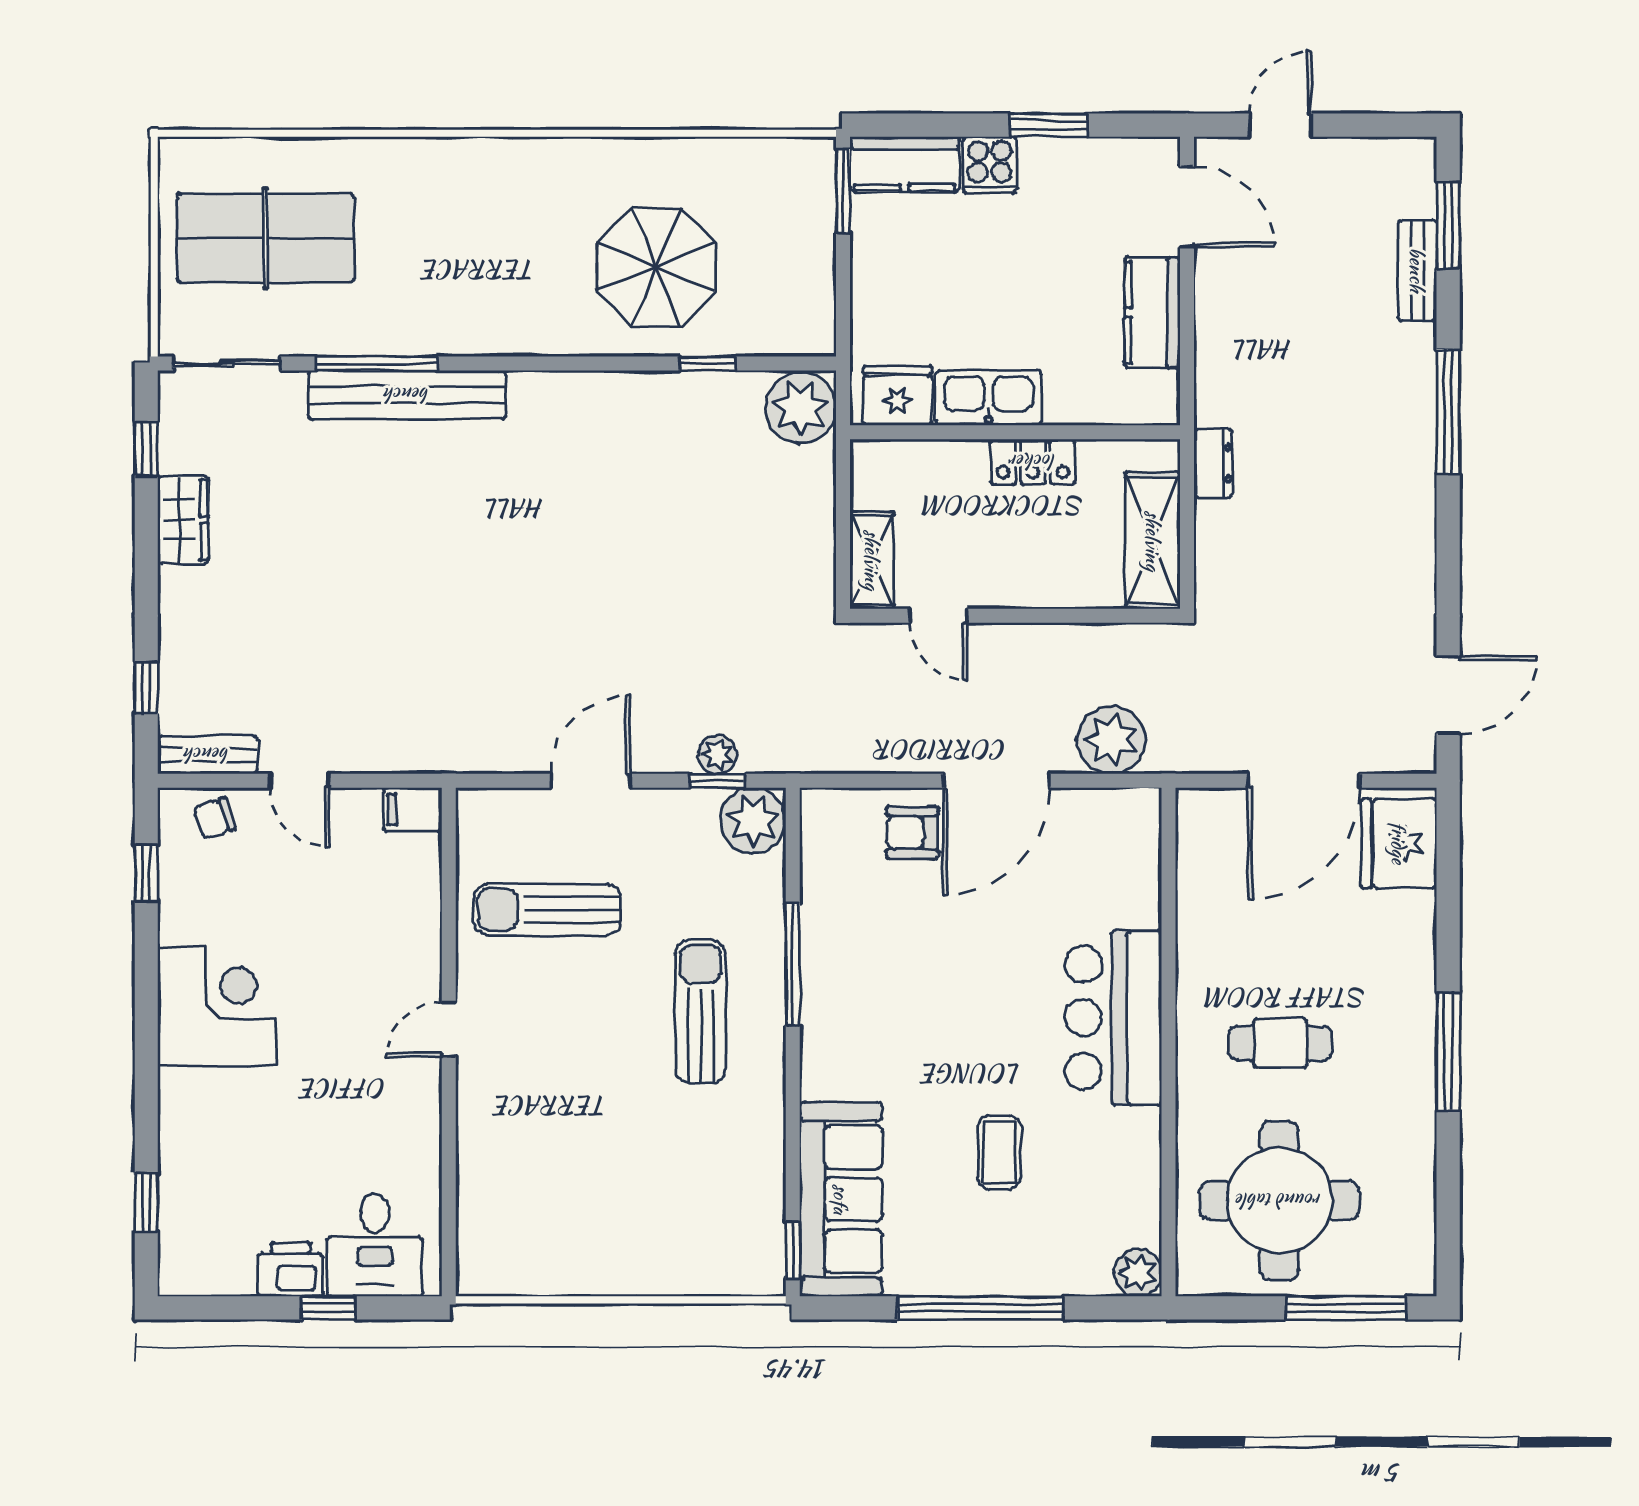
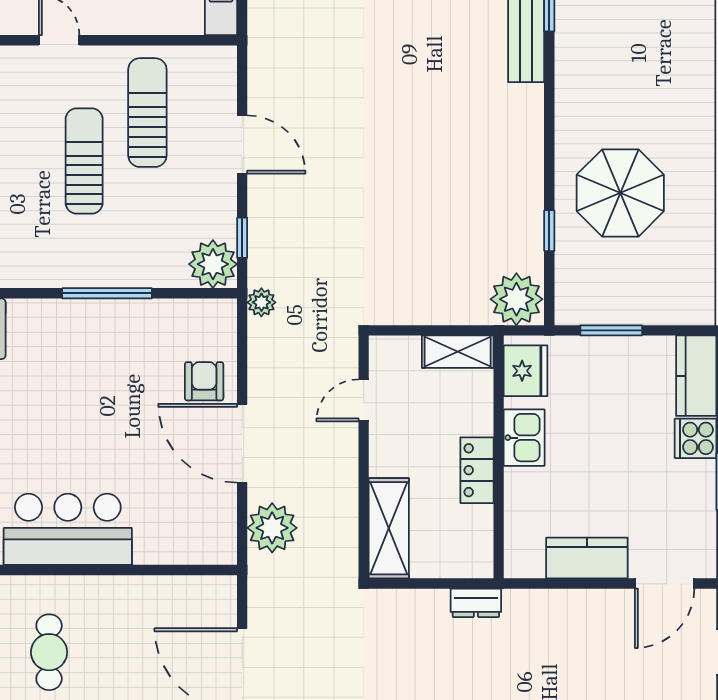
window: (843, 191) -> (611, 330), moved
kitchen sink: (989, 398) -> (524, 438), width x0.73
shelving: (1153, 541) -> (389, 528), moved, turned 90
shelving: (872, 560) -> (458, 352), moved
plant: (717, 755) -> (261, 302), moved
sun lounger: (701, 1012) -> (84, 161), moved, turned -90

